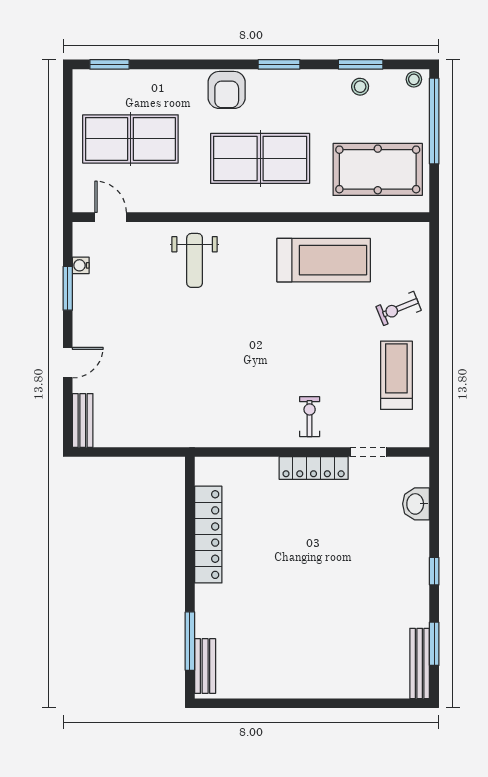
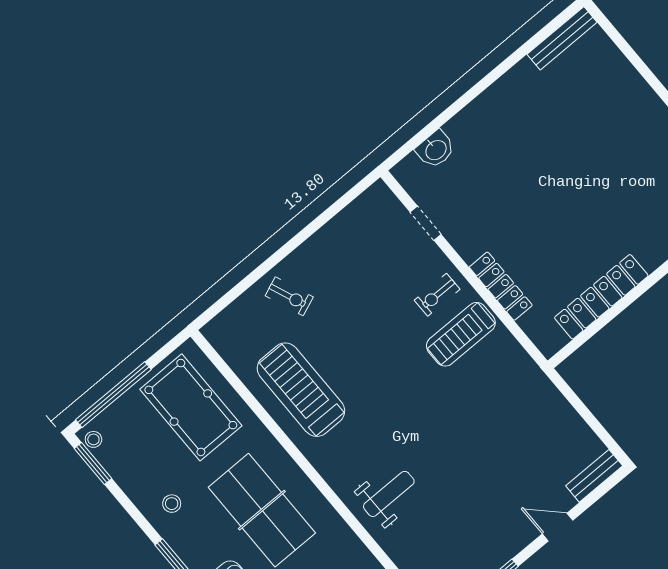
window: (361, 64) -> (93, 463), moved
stool: (360, 87) -> (172, 504), moved
treadmill: (396, 375) -> (461, 334), moved
locker: (314, 468) -> (501, 286), moved
window: (434, 571) -> (478, 89), removed
window: (434, 644) -> (536, 40), removed

